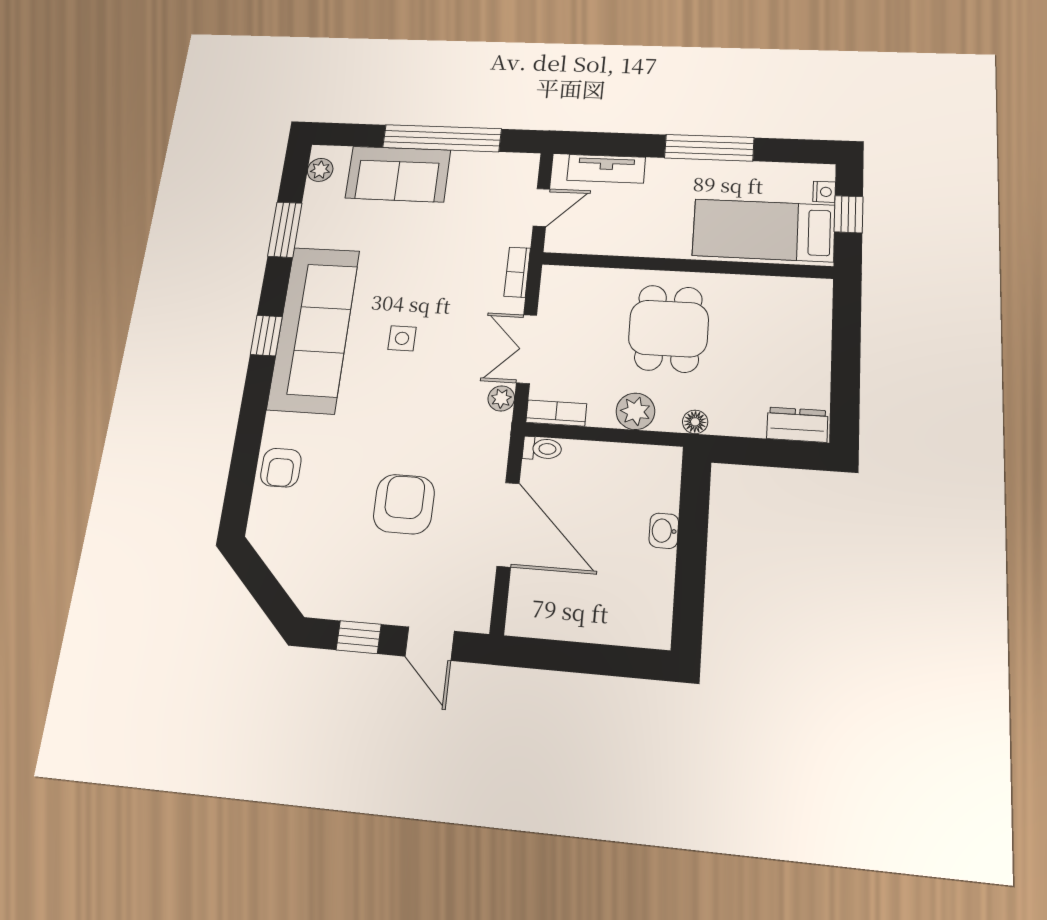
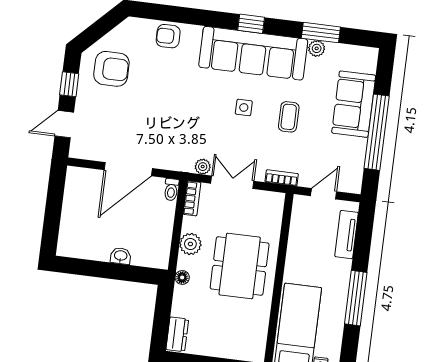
plant: (320, 170) -> (317, 48), moved
door: (541, 207) -> (324, 194), swing flipped
coffee table: (418, 268) -> (289, 117), added
dining table: (668, 329) -> (240, 266), width x1.37
armchair: (404, 504) -> (111, 69), moved

